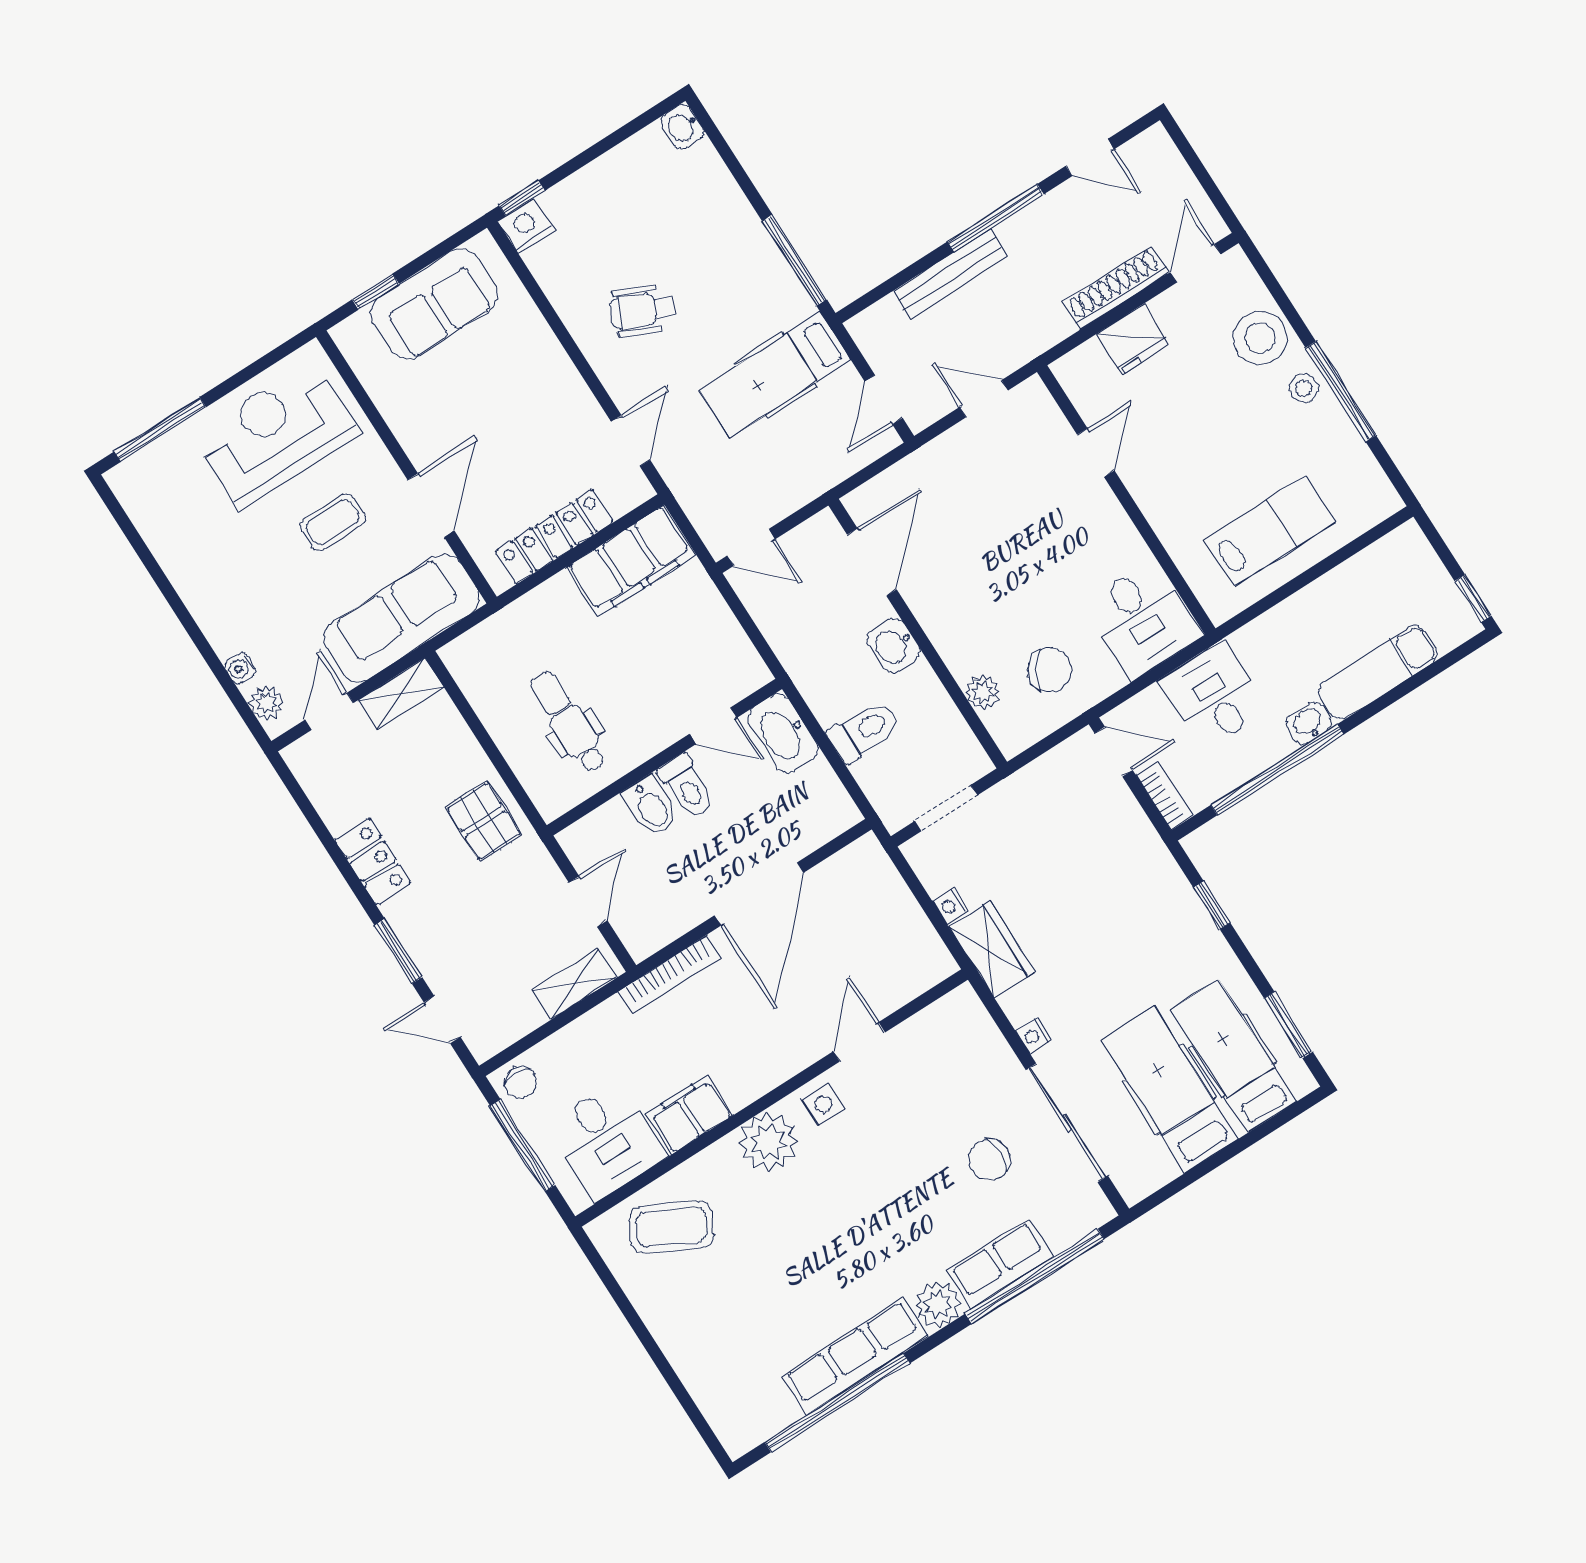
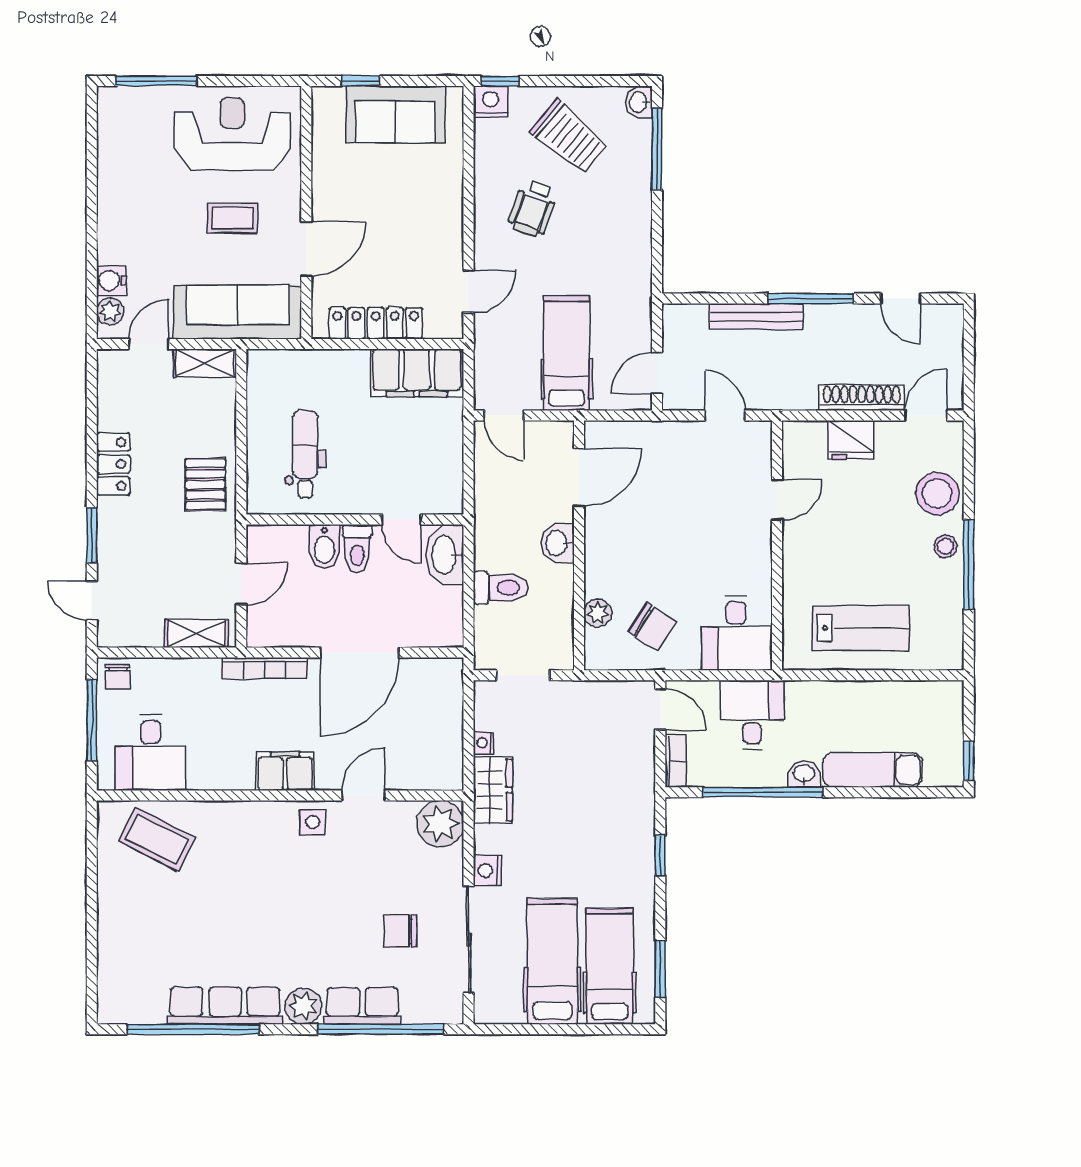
trolley: (632, 210) -> (569, 137), added
window: (794, 260) -> (657, 149), moved
wheelchair: (642, 310) -> (533, 209), turned -94
hospital bed: (775, 375) -> (567, 353), moved, turned 90
water cooler: (240, 668) -> (111, 281), width x1.38, depth x1.38
nightstand: (1034, 1035) -> (488, 871), width x1.39, depth x1.35
filing cabinet: (689, 1114) -> (285, 771), moved
plant: (768, 1142) -> (440, 824), moved

